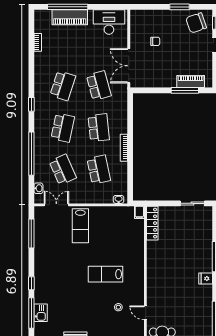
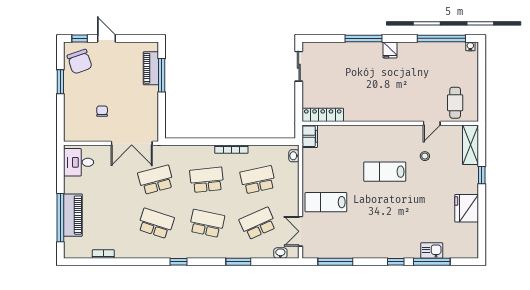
desk: (109, 22) -> (79, 162), width x0.73
window: (31, 154) -> (238, 262), width x0.47
filing cabinet: (139, 212) -> (310, 136), width x2.00
lab bench: (80, 226) -> (326, 202), turned 180
lab bench: (105, 274) -> (385, 172), turned 90

